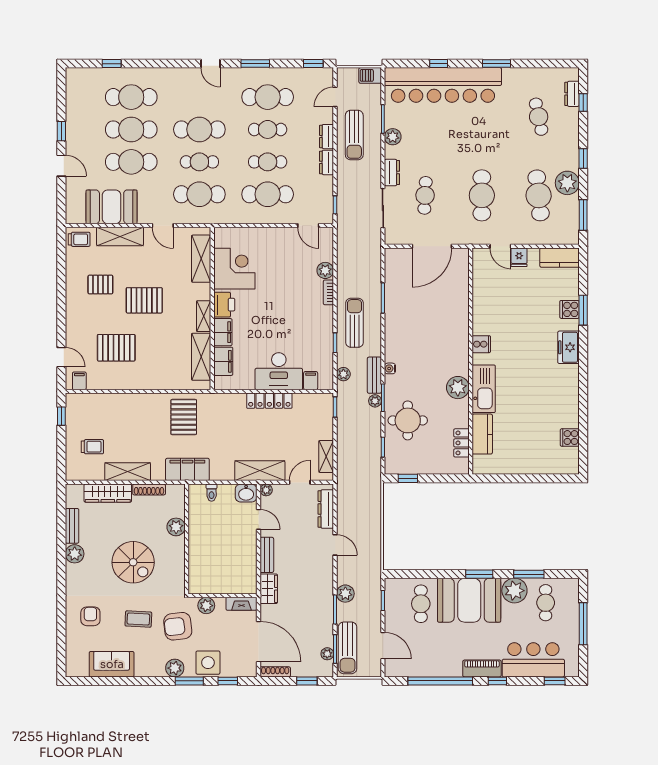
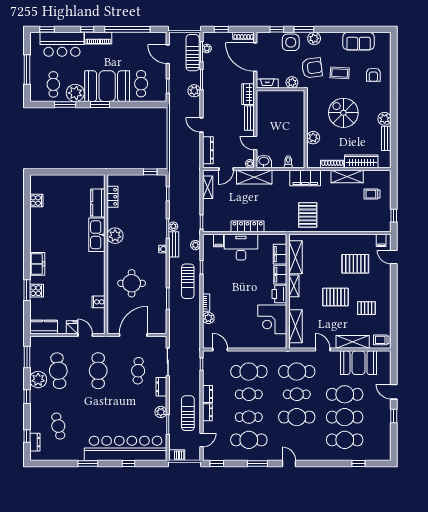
cooker: (481, 344) -> (99, 302), moved
round table: (408, 420) -> (132, 283), moved

